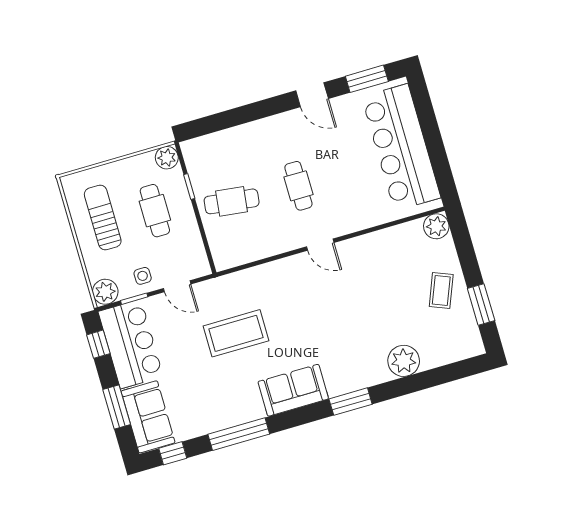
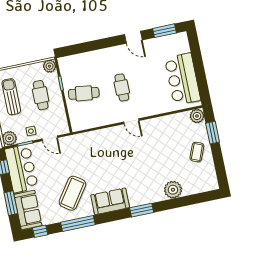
bar counter: (401, 147) -> (183, 79), width x0.73
window: (481, 305) -> (213, 133), moved
coffee table: (236, 333) -> (72, 193), moved, turned -55

